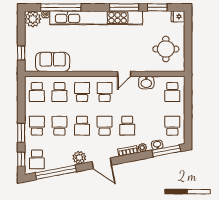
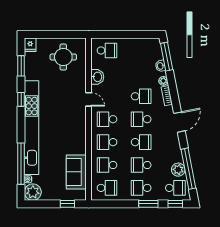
window: (124, 7) -> (21, 99), width x0.46
school desk: (59, 92) -> (107, 165), turned 180
school desk: (172, 126) -> (141, 50), removed
plant: (79, 158) -> (178, 170), moved

